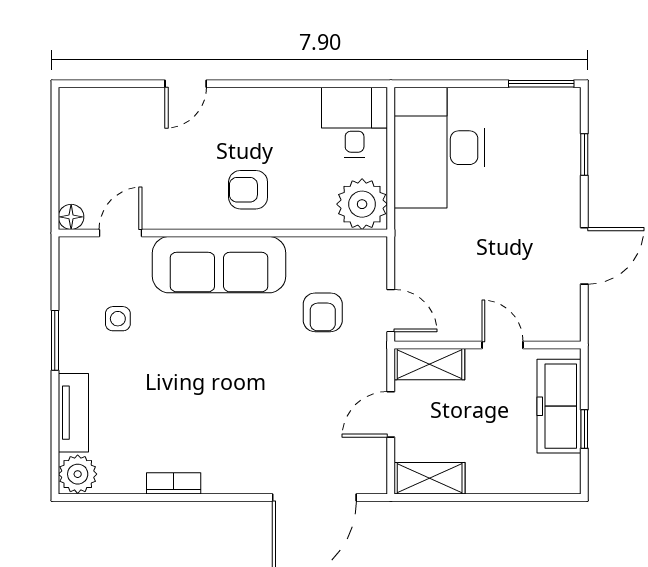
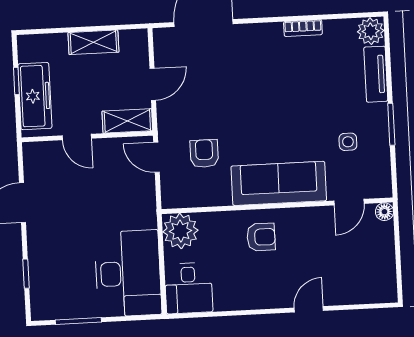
window: (541, 84) -> (78, 321), moved
shelving: (430, 478) -> (93, 42), moved

